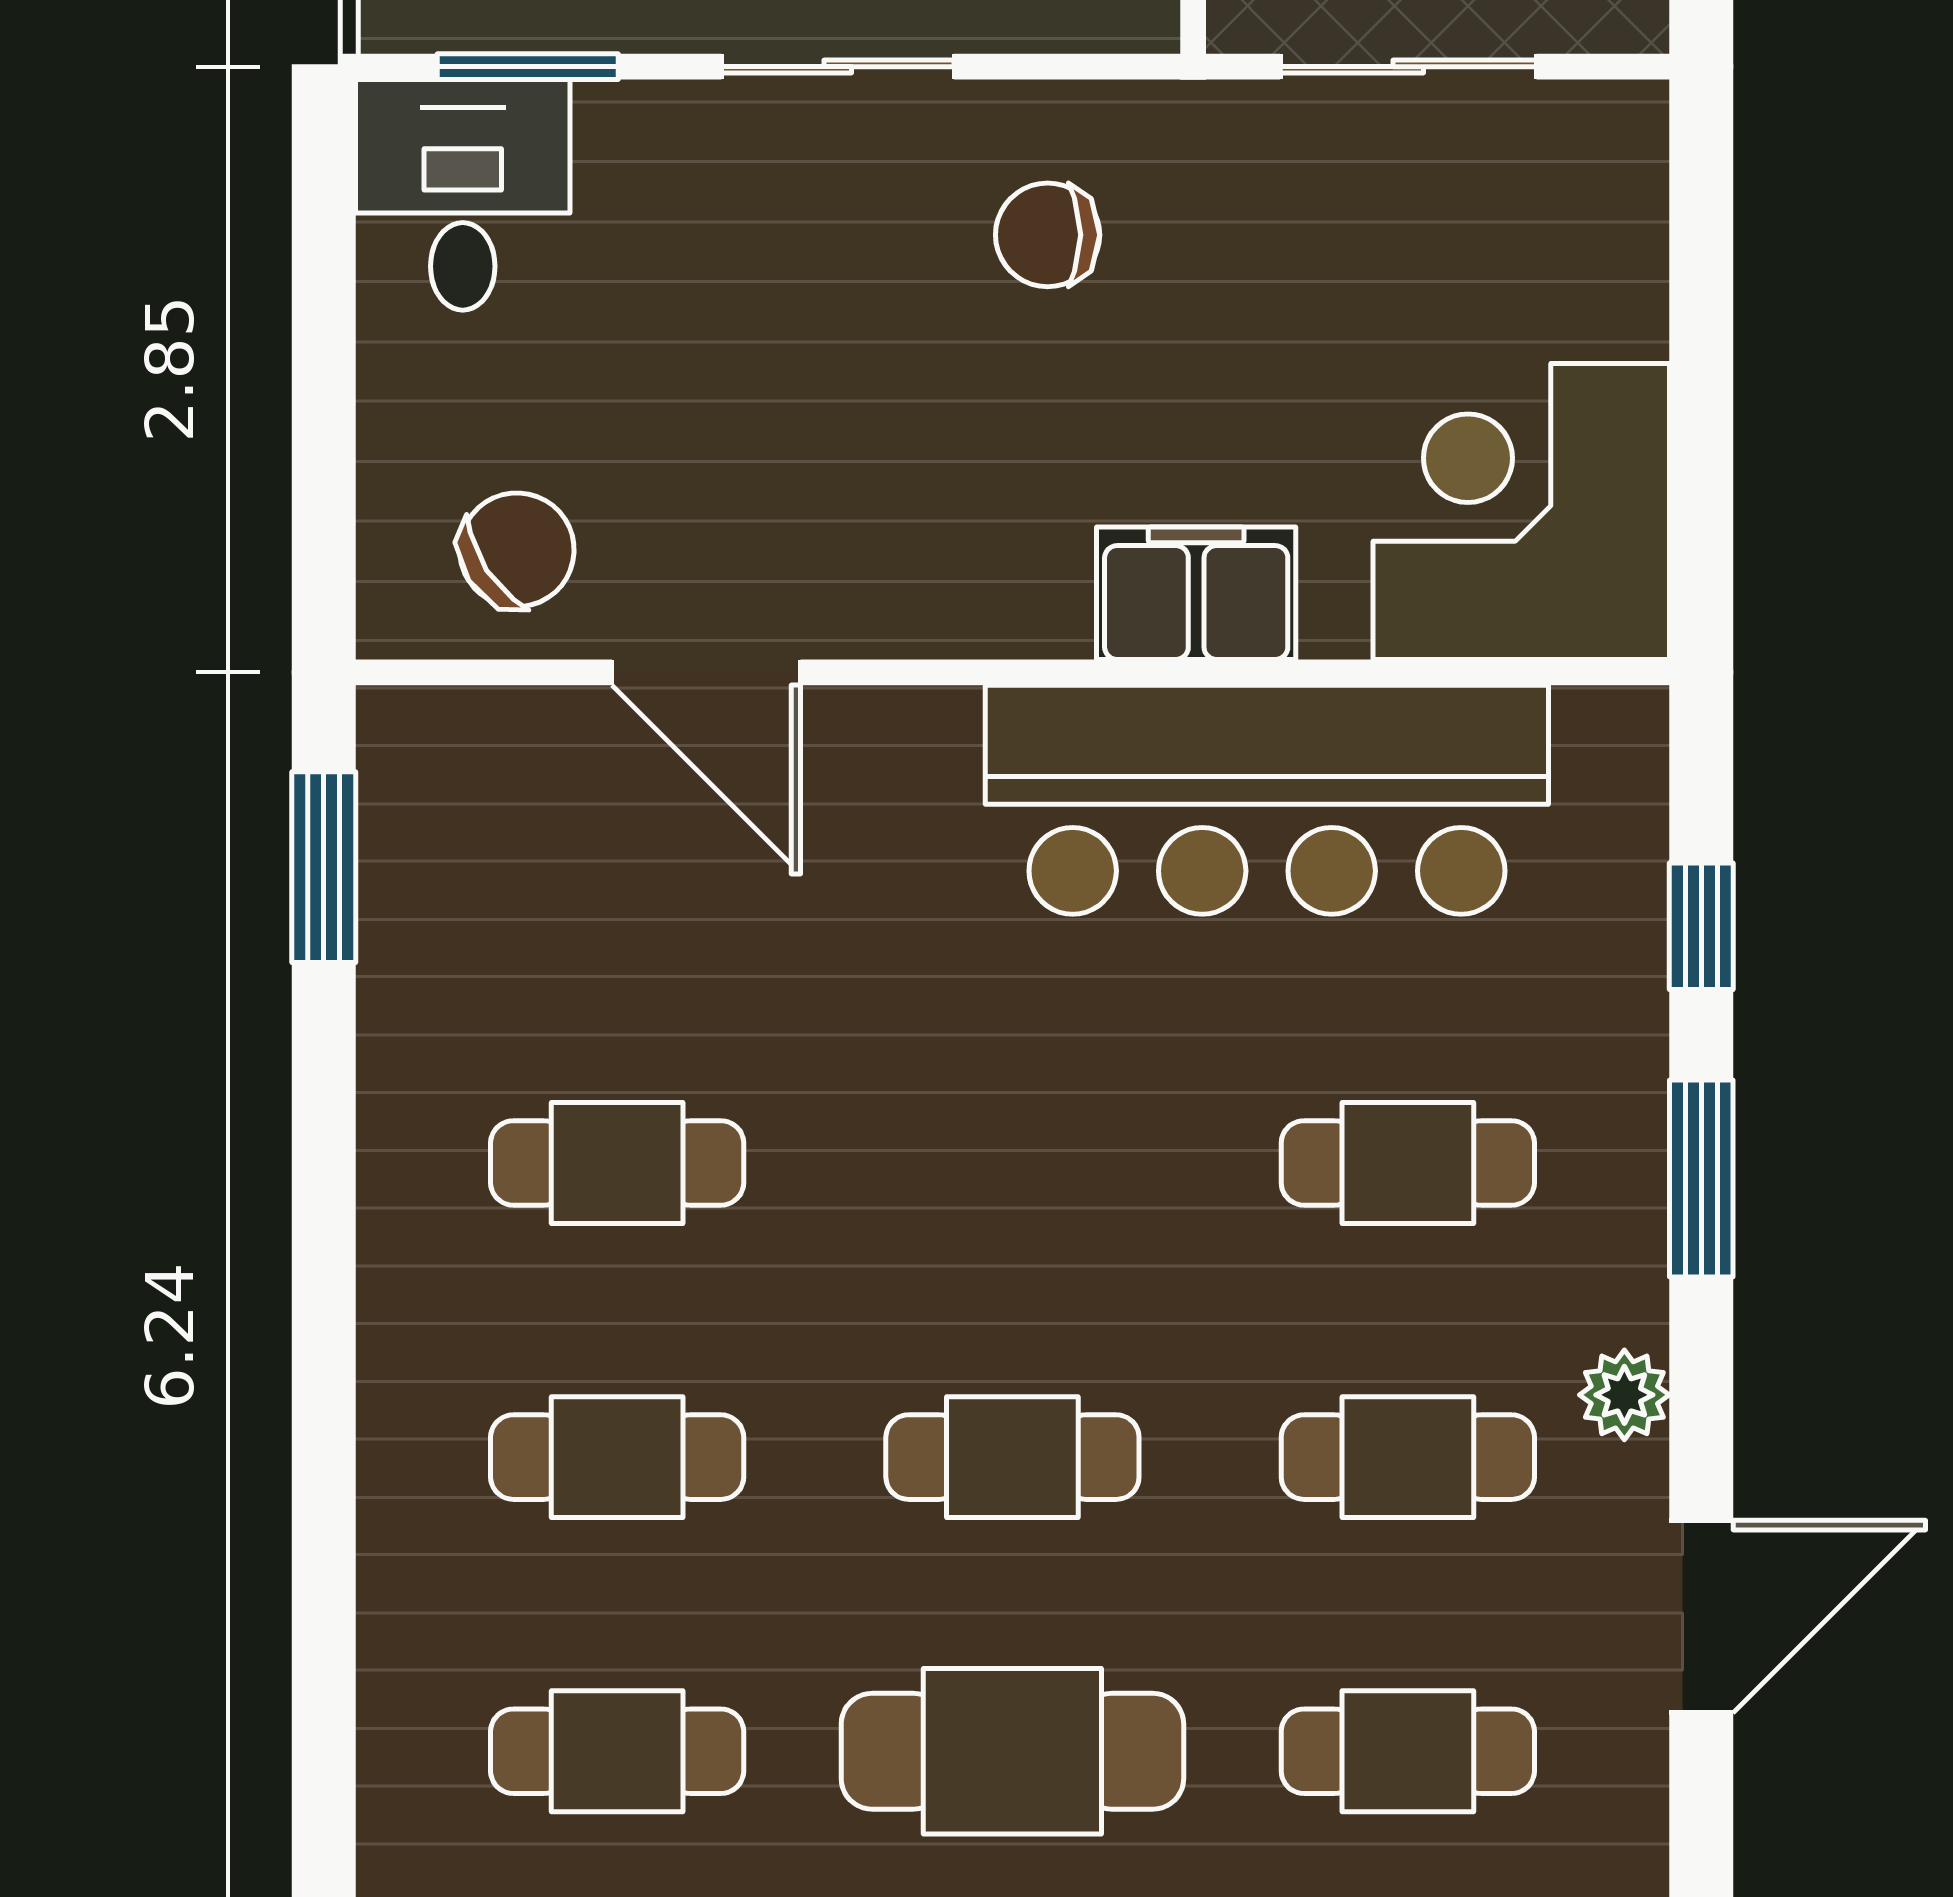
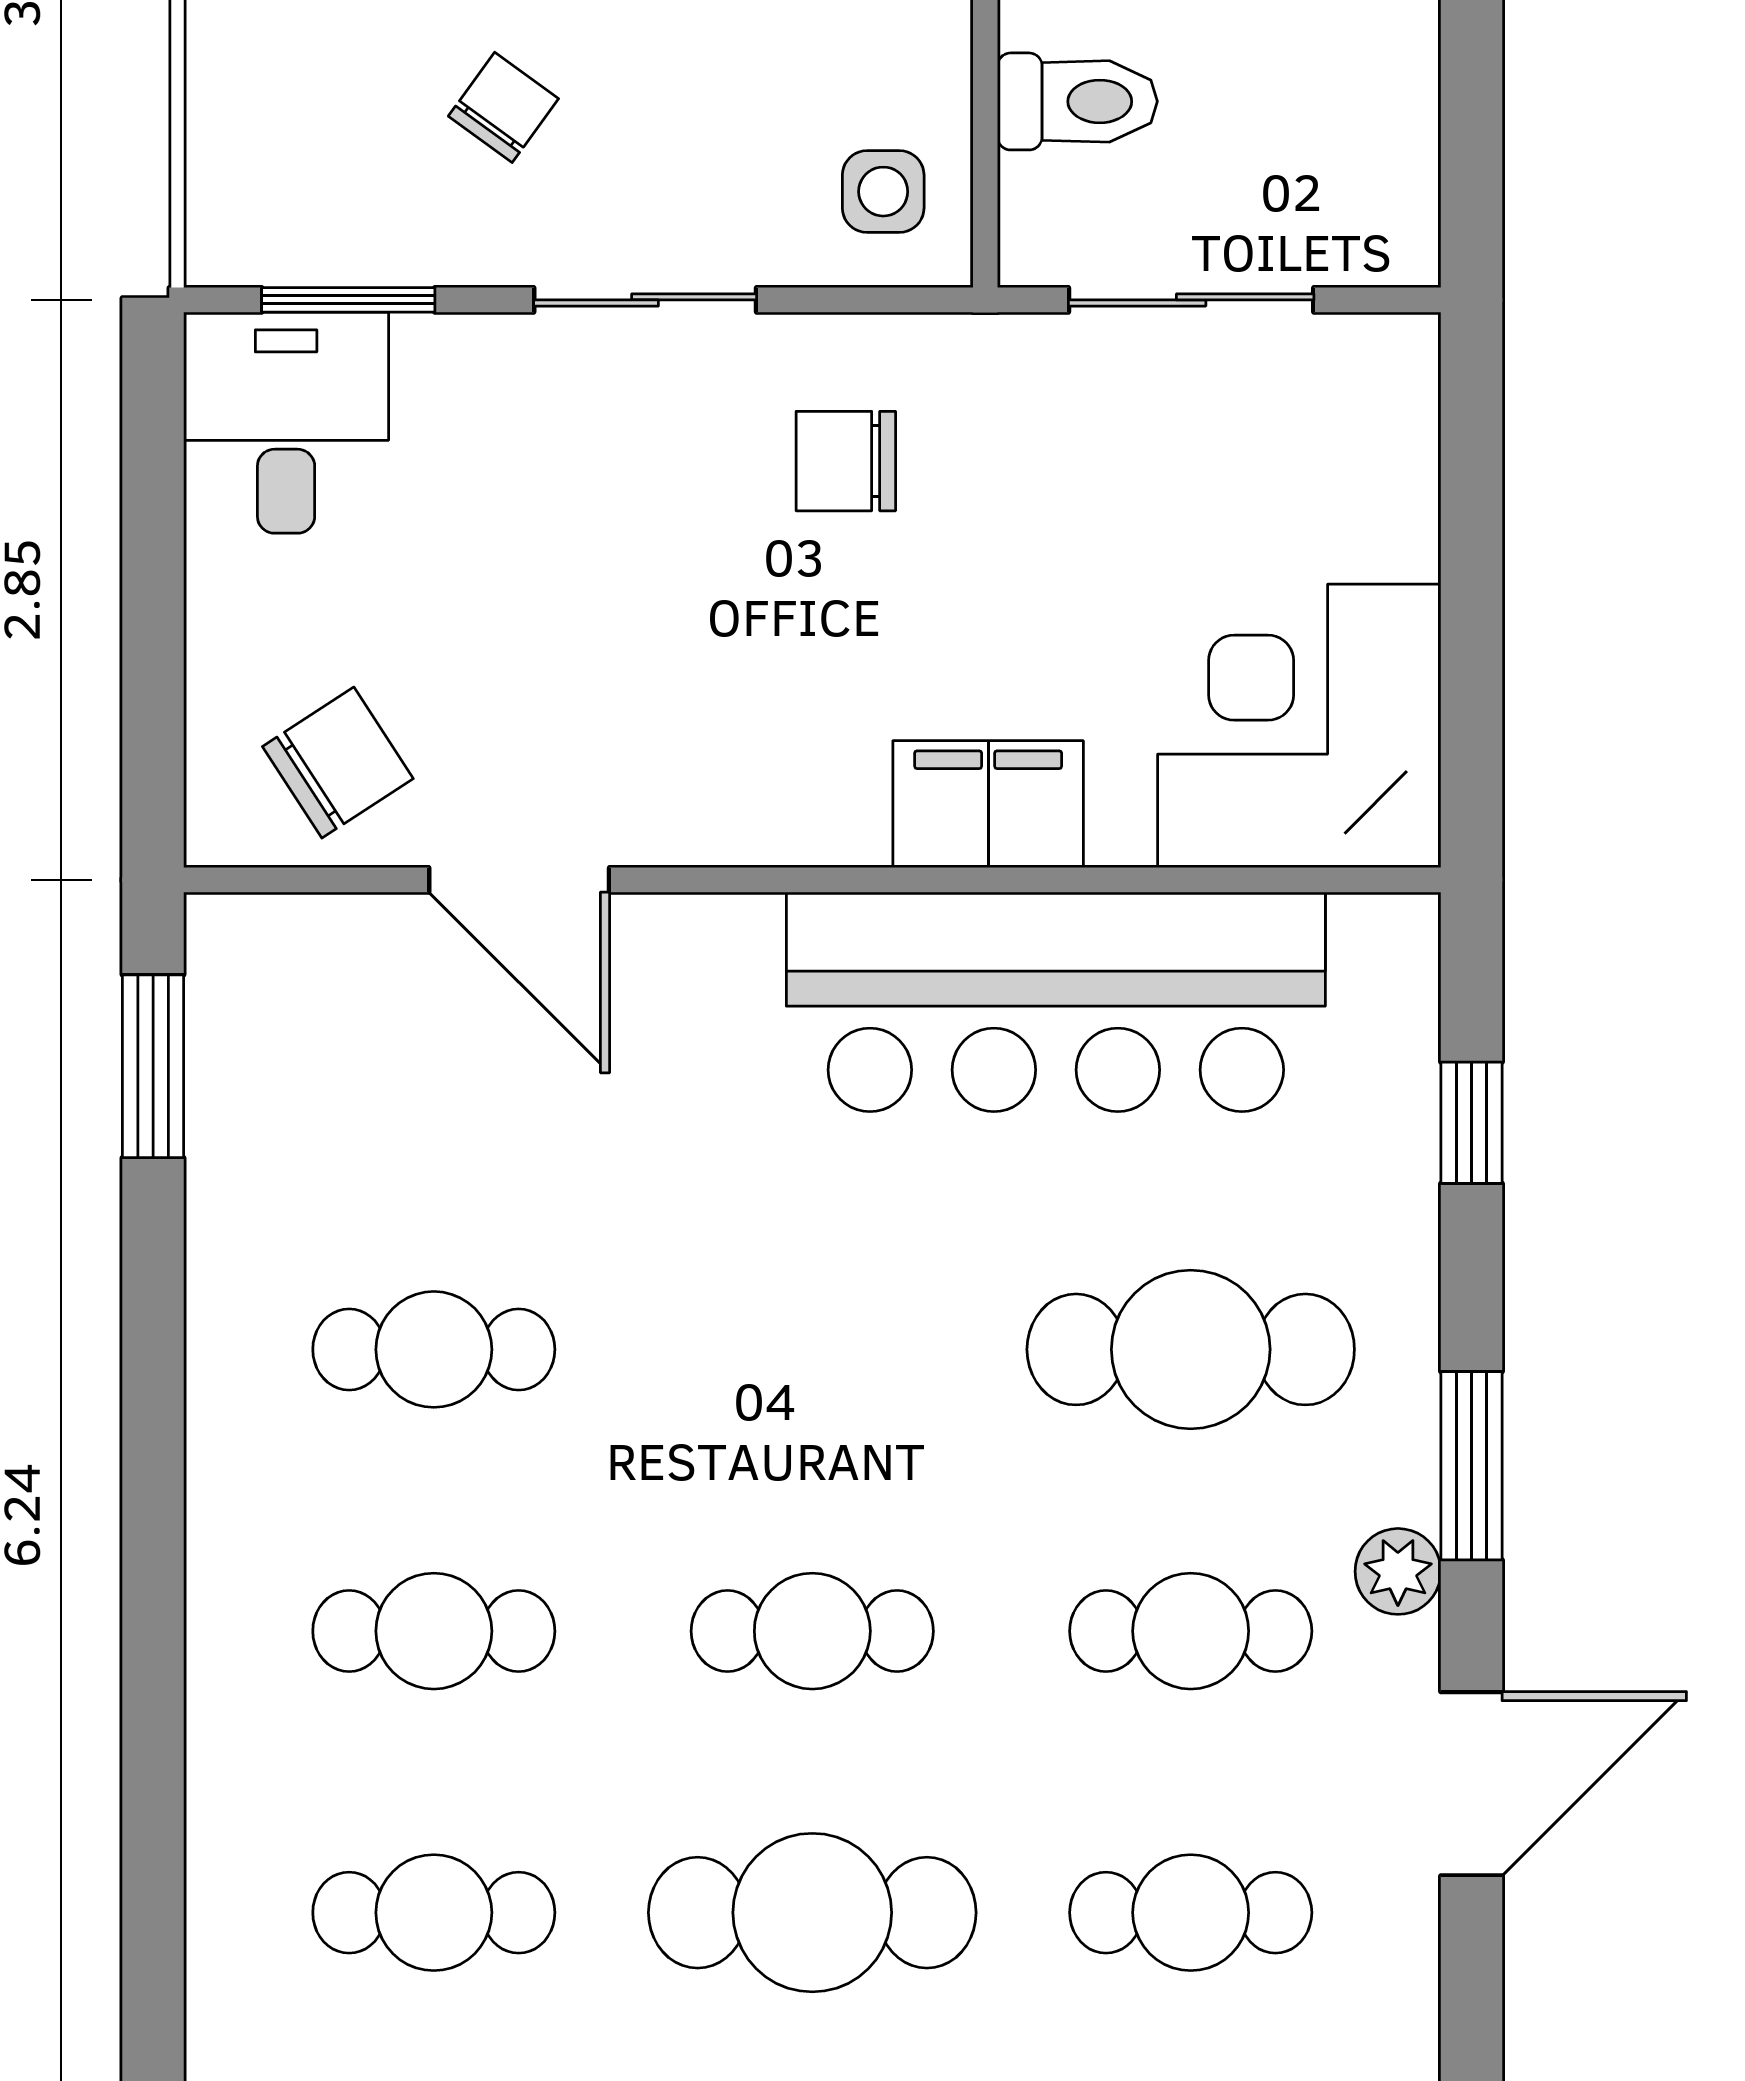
cafe table: (1408, 1163) -> (1191, 1349), width x1.37, depth x1.35
window: (1701, 1179) -> (1472, 1466), moved

